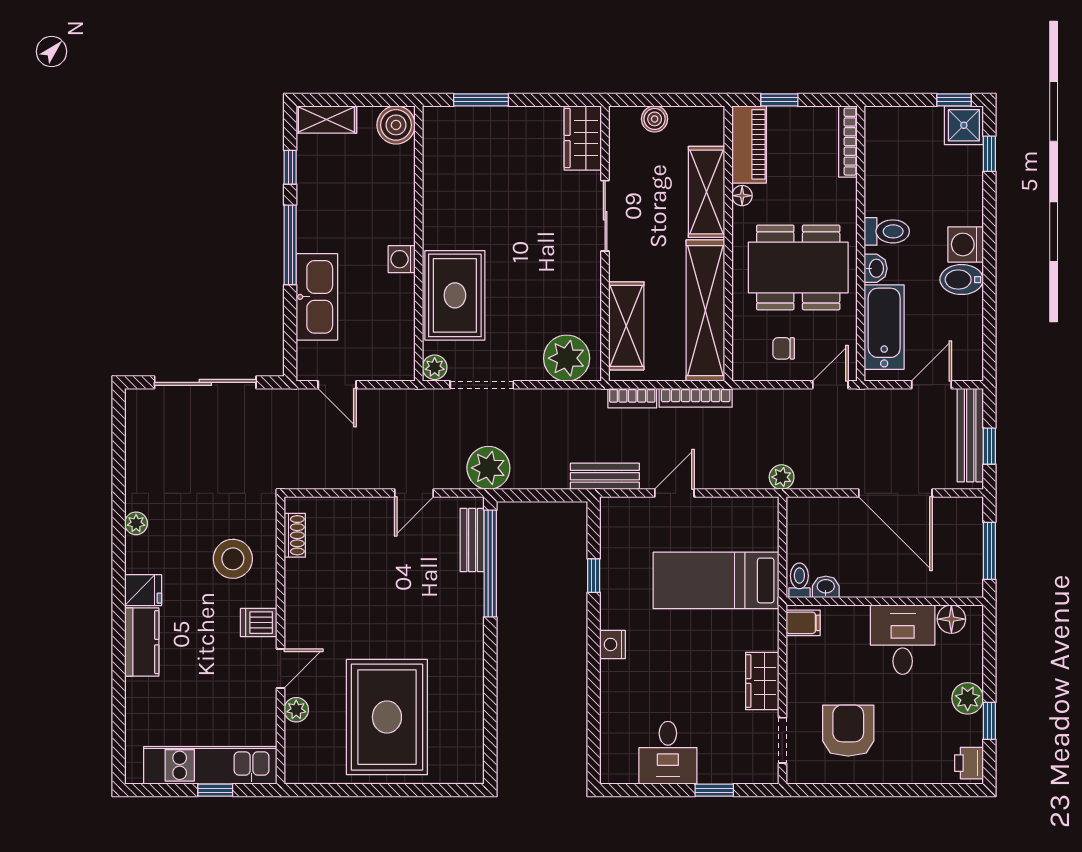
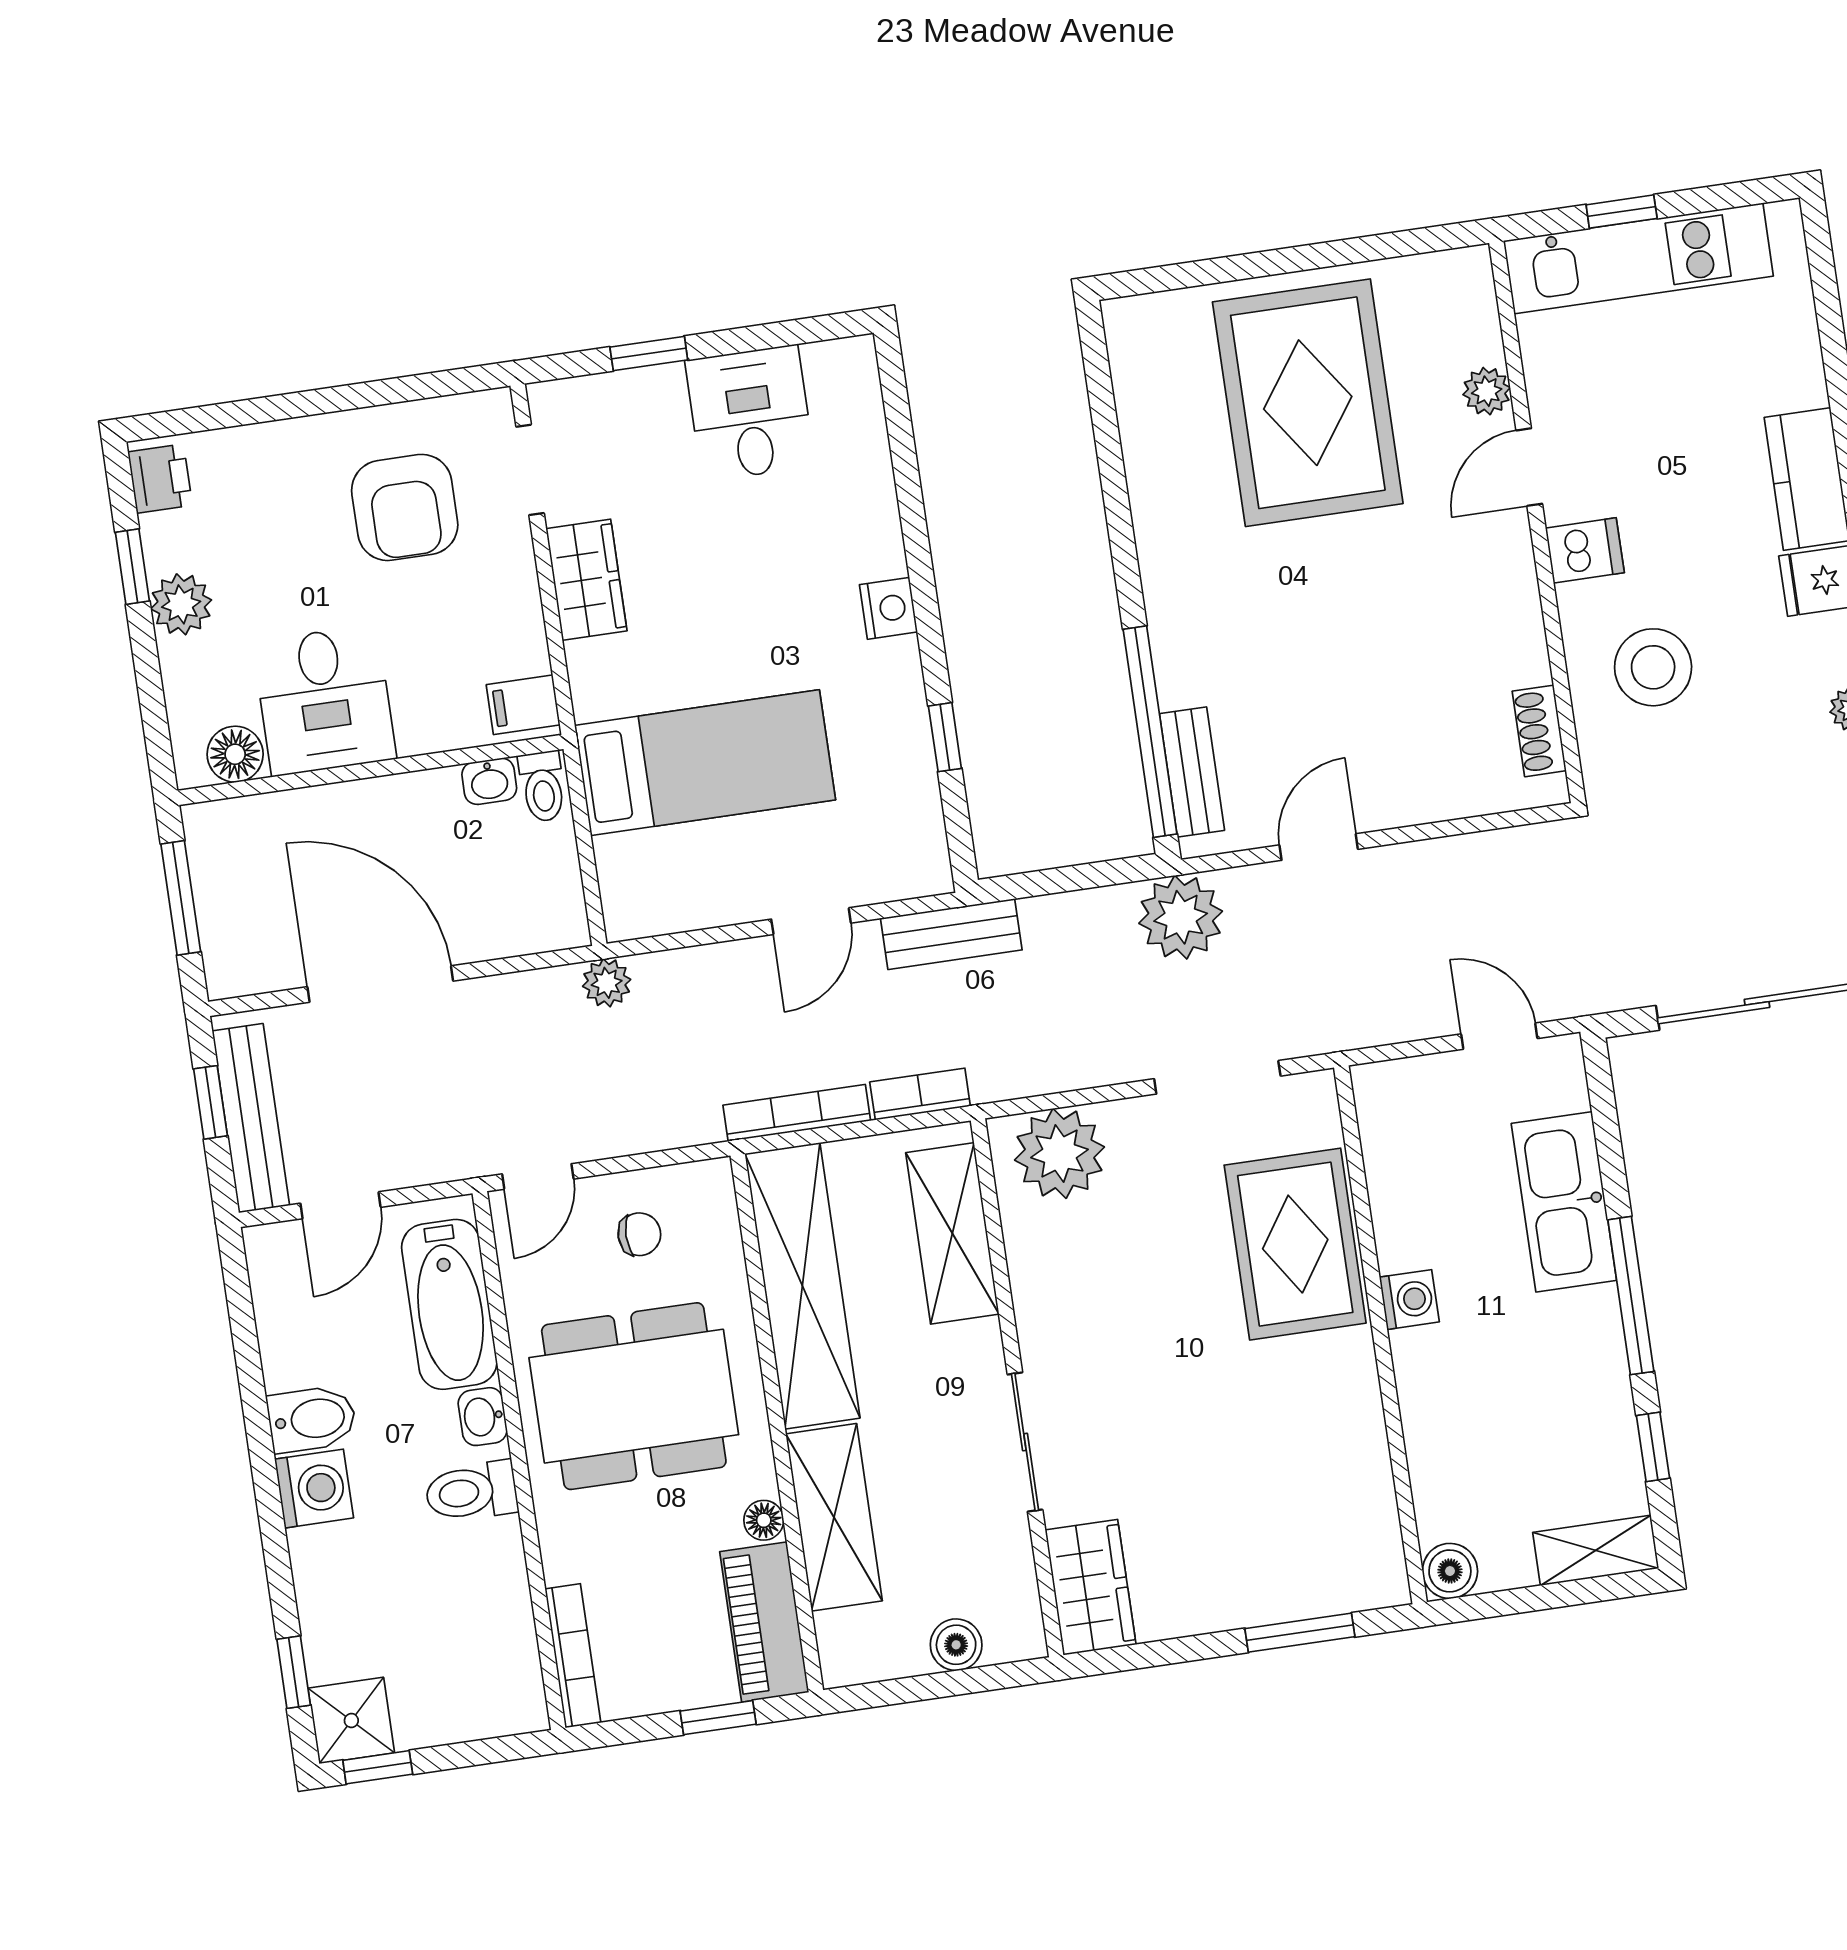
boiler: (396, 125) -> (1450, 1571), width x0.73, depth x0.73
plant: (435, 367) -> (1314, 1098), removed

